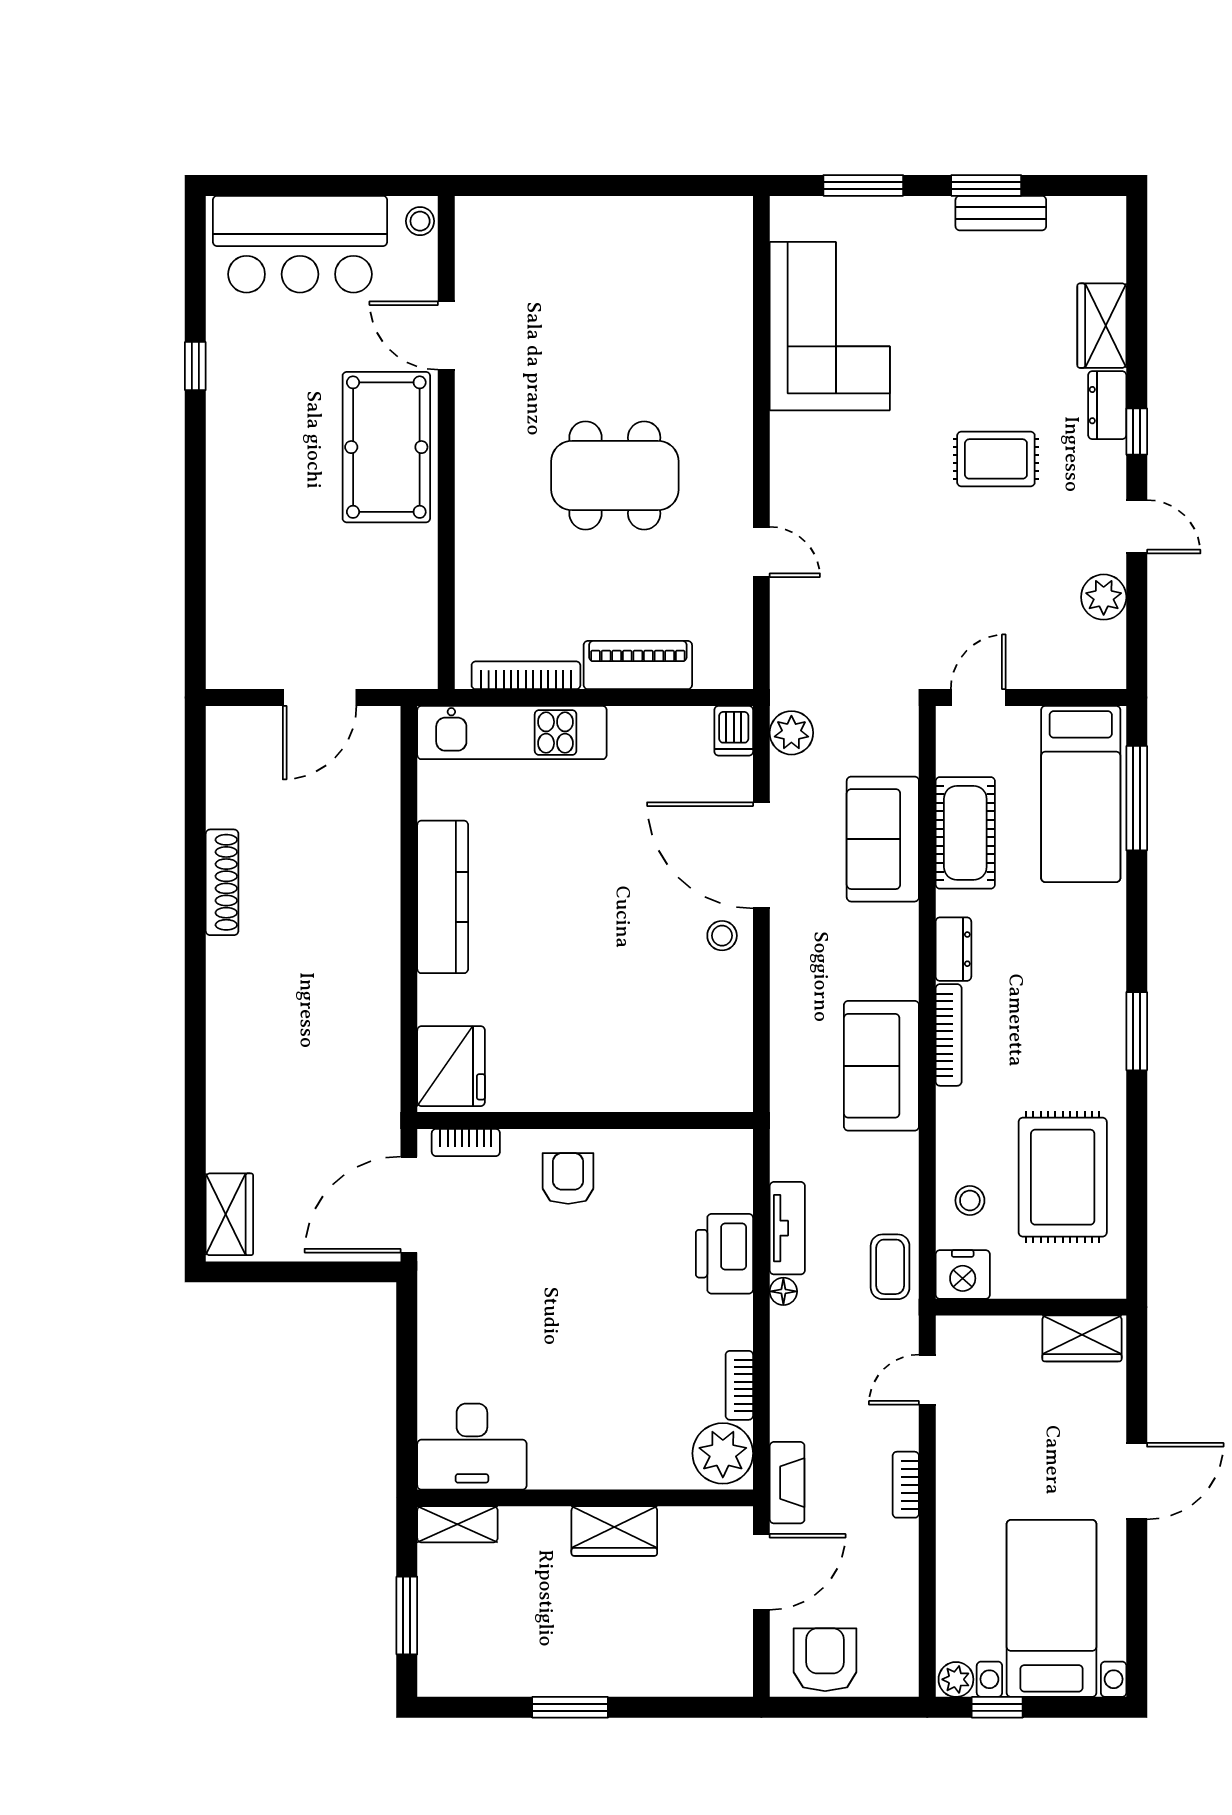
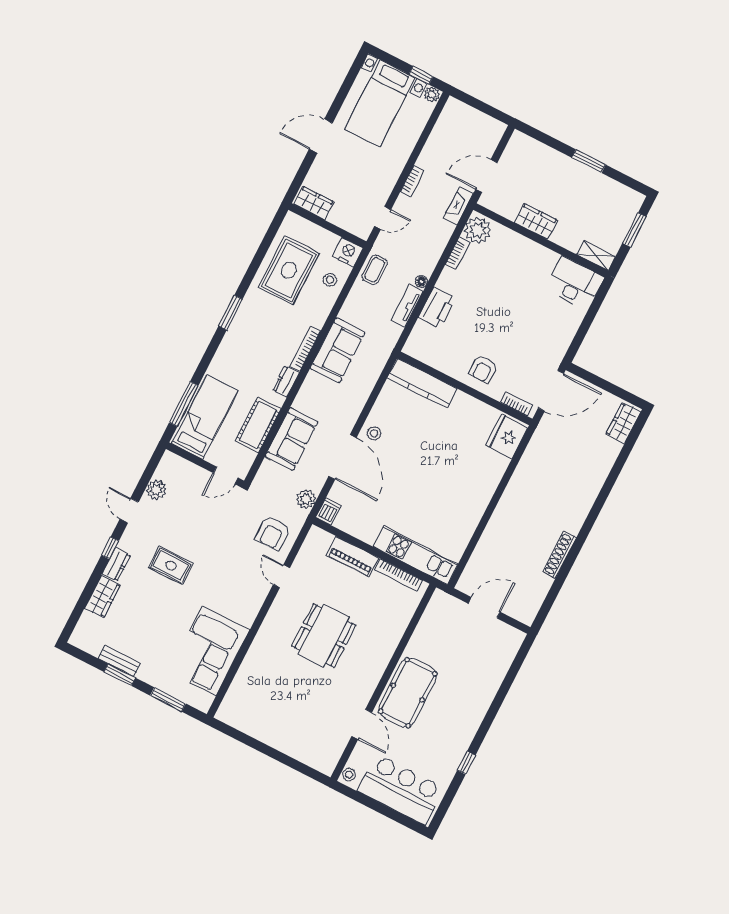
dining table: (615, 475) -> (324, 636), turned 90
kitchen counter: (443, 897) -> (422, 383), moved, turned -90
armchair: (825, 1660) -> (273, 533), moved

